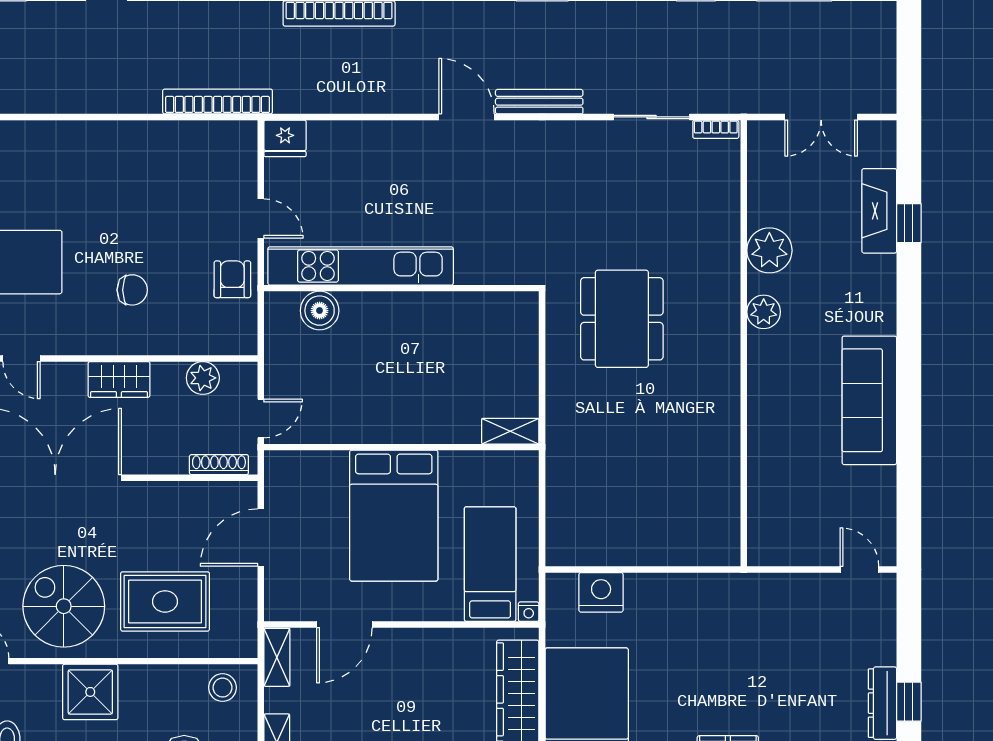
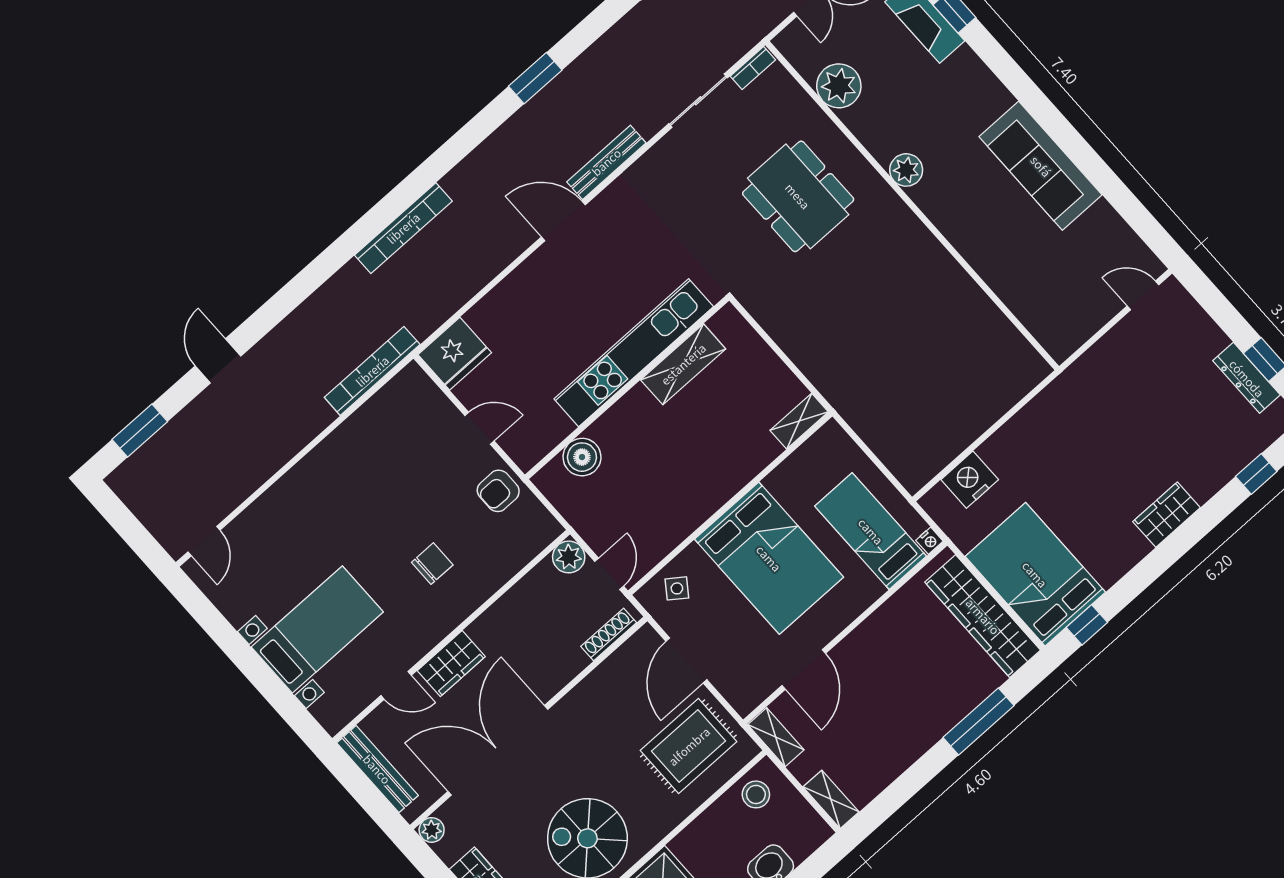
fridge: (285, 138) -> (455, 354), width x1.36, depth x1.34
plant: (769, 250) -> (839, 86), moved
kitchen unit: (361, 266) -> (634, 353), moved
armchair: (232, 279) -> (498, 491), turned -90
shelving: (460, 309) -> (683, 364), added
dining table: (622, 319) -> (798, 196), moved
plant: (203, 378) -> (569, 557), moved
wardrobe: (119, 379) -> (451, 664), moved
side table: (303, 476) -> (677, 588), added
rug: (165, 601) -> (689, 746), moved

